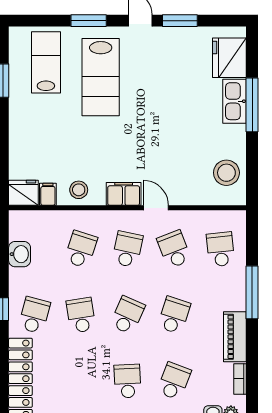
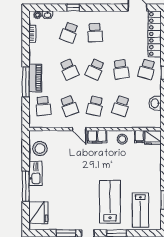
kitchen sink: (235, 101) -> (35, 173), moved
school desk: (174, 315) -> (69, 69), turned -42
piano: (235, 337) -> (35, 78), moved

